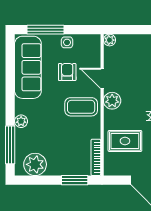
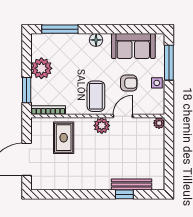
sofa: (28, 67) -> (133, 46), width x0.73
floor lamp: (22, 107) -> (96, 40), added
plant: (21, 121) -> (82, 39), removed
plant: (35, 164) -> (41, 68), moved

